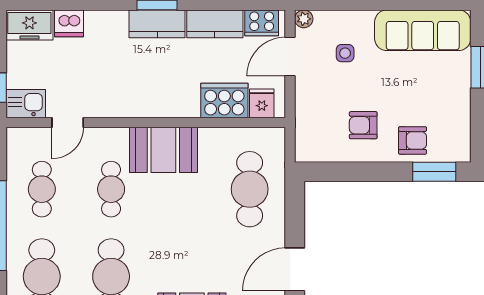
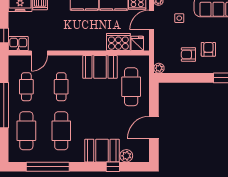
armchair: (413, 140) -> (208, 49), moved, turned -90
booth: (163, 150) -> (100, 67), moved
plant: (305, 152) -> (159, 68), added

